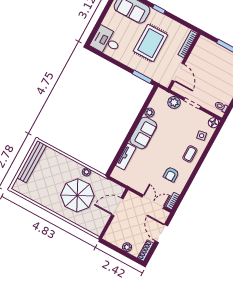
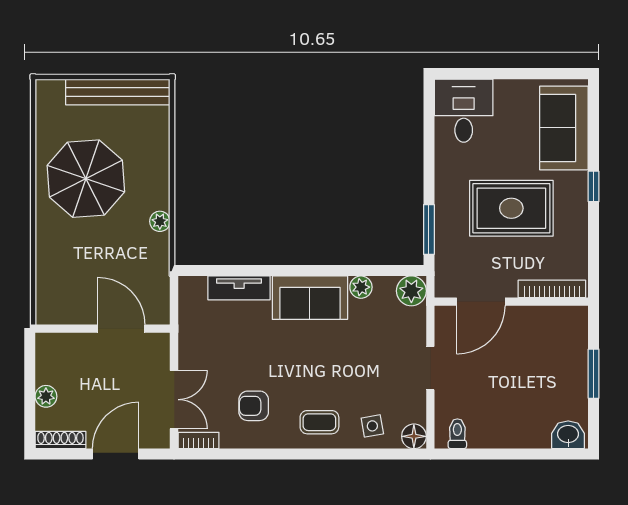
plant: (174, 102) -> (411, 291), moved
parasol: (77, 195) -> (86, 179), moved

